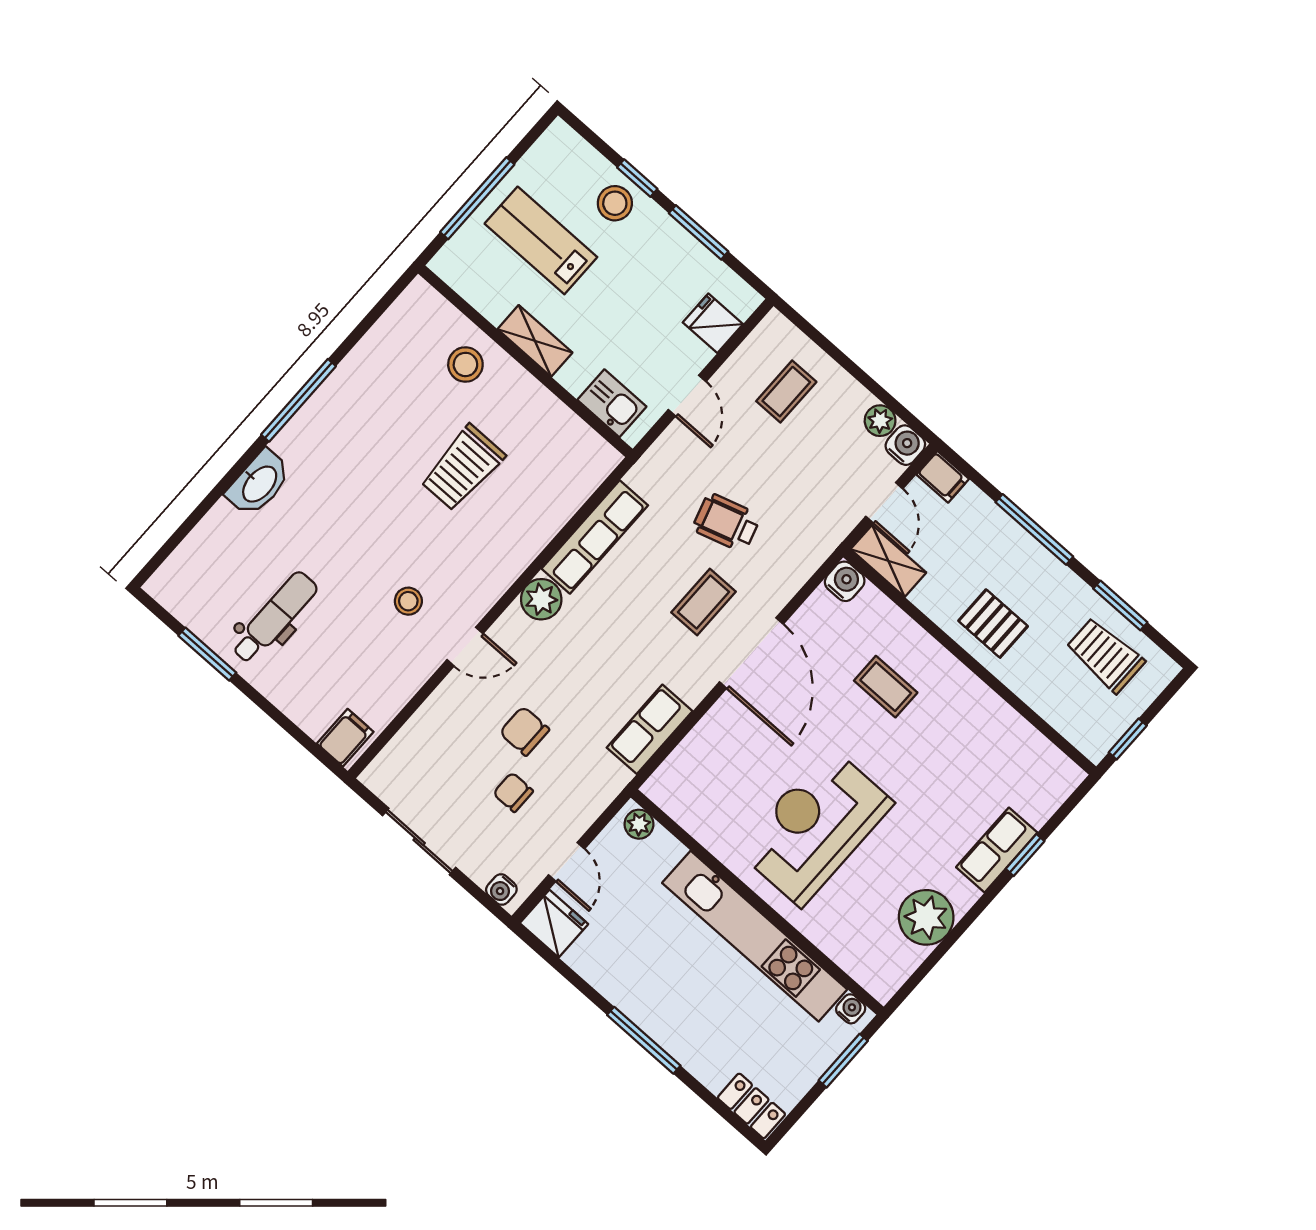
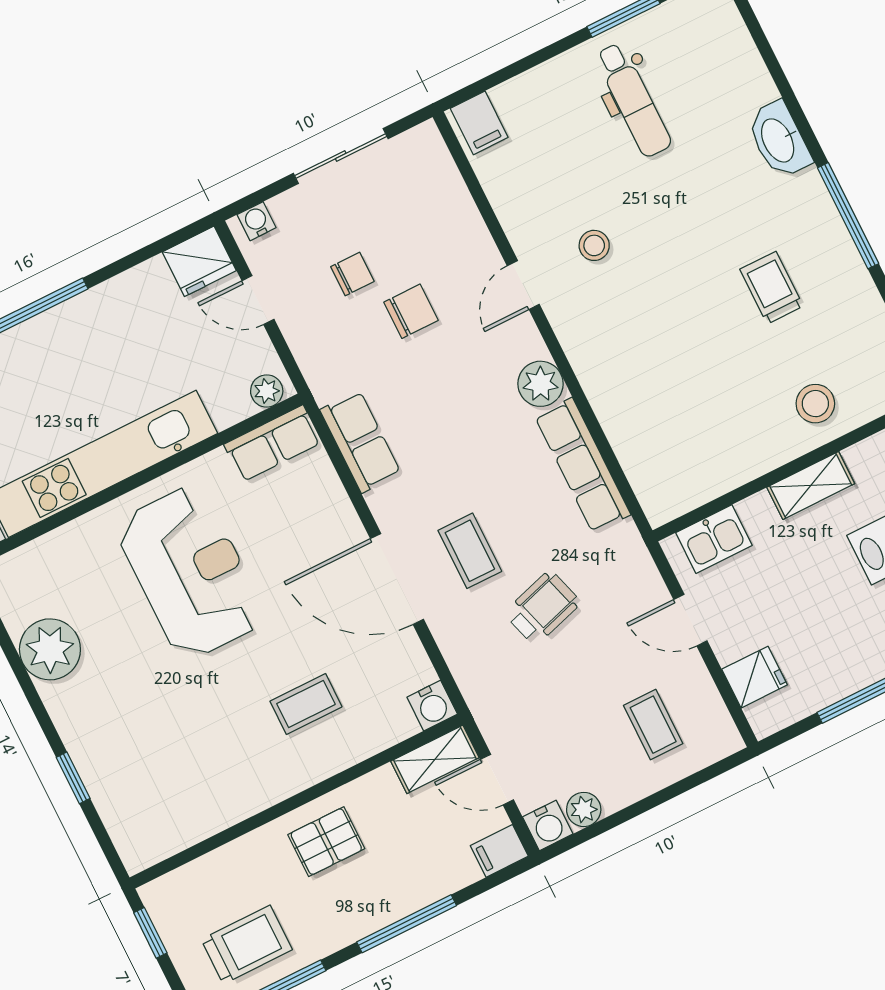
trolley: (463, 468) -> (772, 288), moved, width x0.73, depth x0.72
row of seats: (997, 850) -> (273, 443), moved, turned 90

